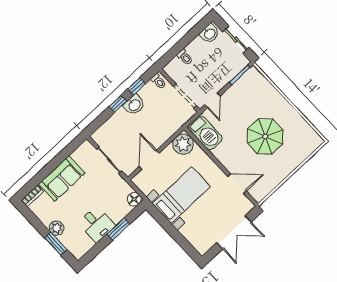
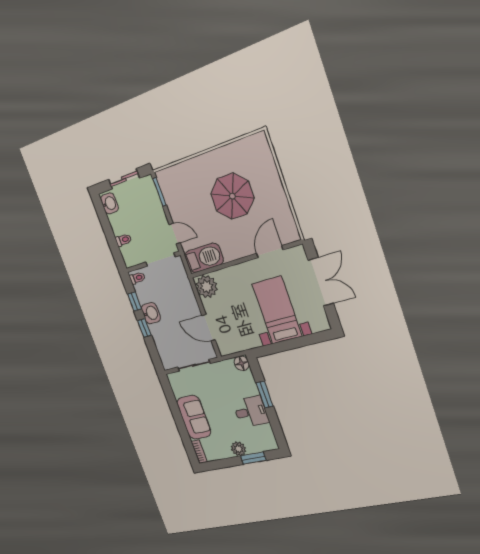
bed with nightstands: (181, 195) -> (277, 310), moved

